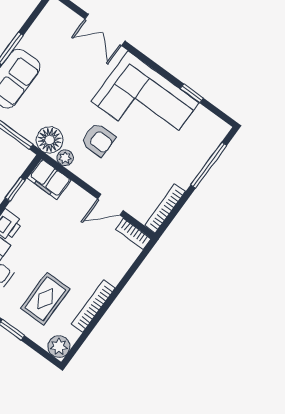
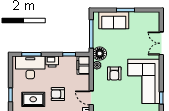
armchair: (65, 253) -> (58, 94), added

